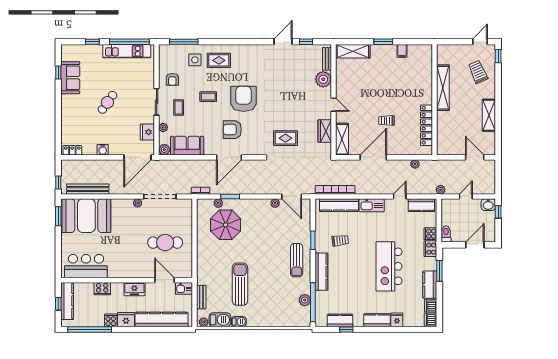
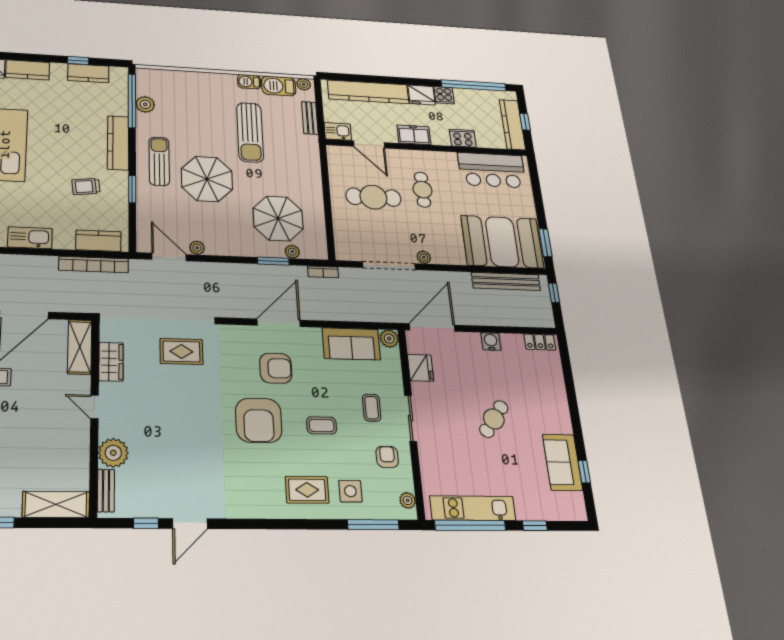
plant: (163, 127) -> (408, 500), moved
kitchen counter: (339, 205) -> (98, 241), width x0.67
cafe table: (133, 250) -> (422, 190), added
parasol: (268, 250) -> (207, 179), added

